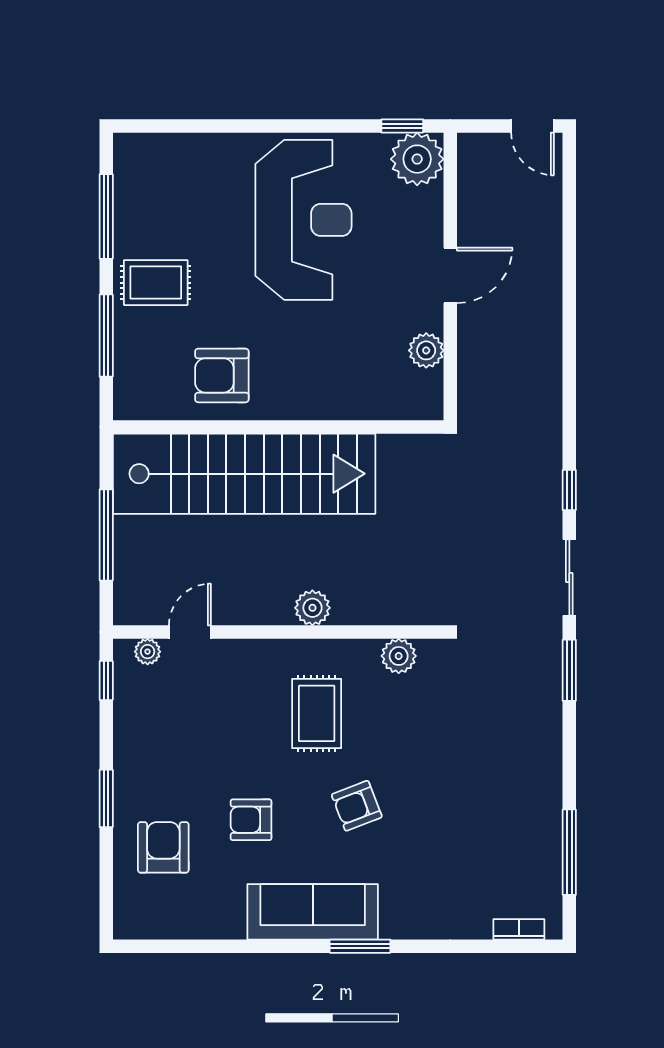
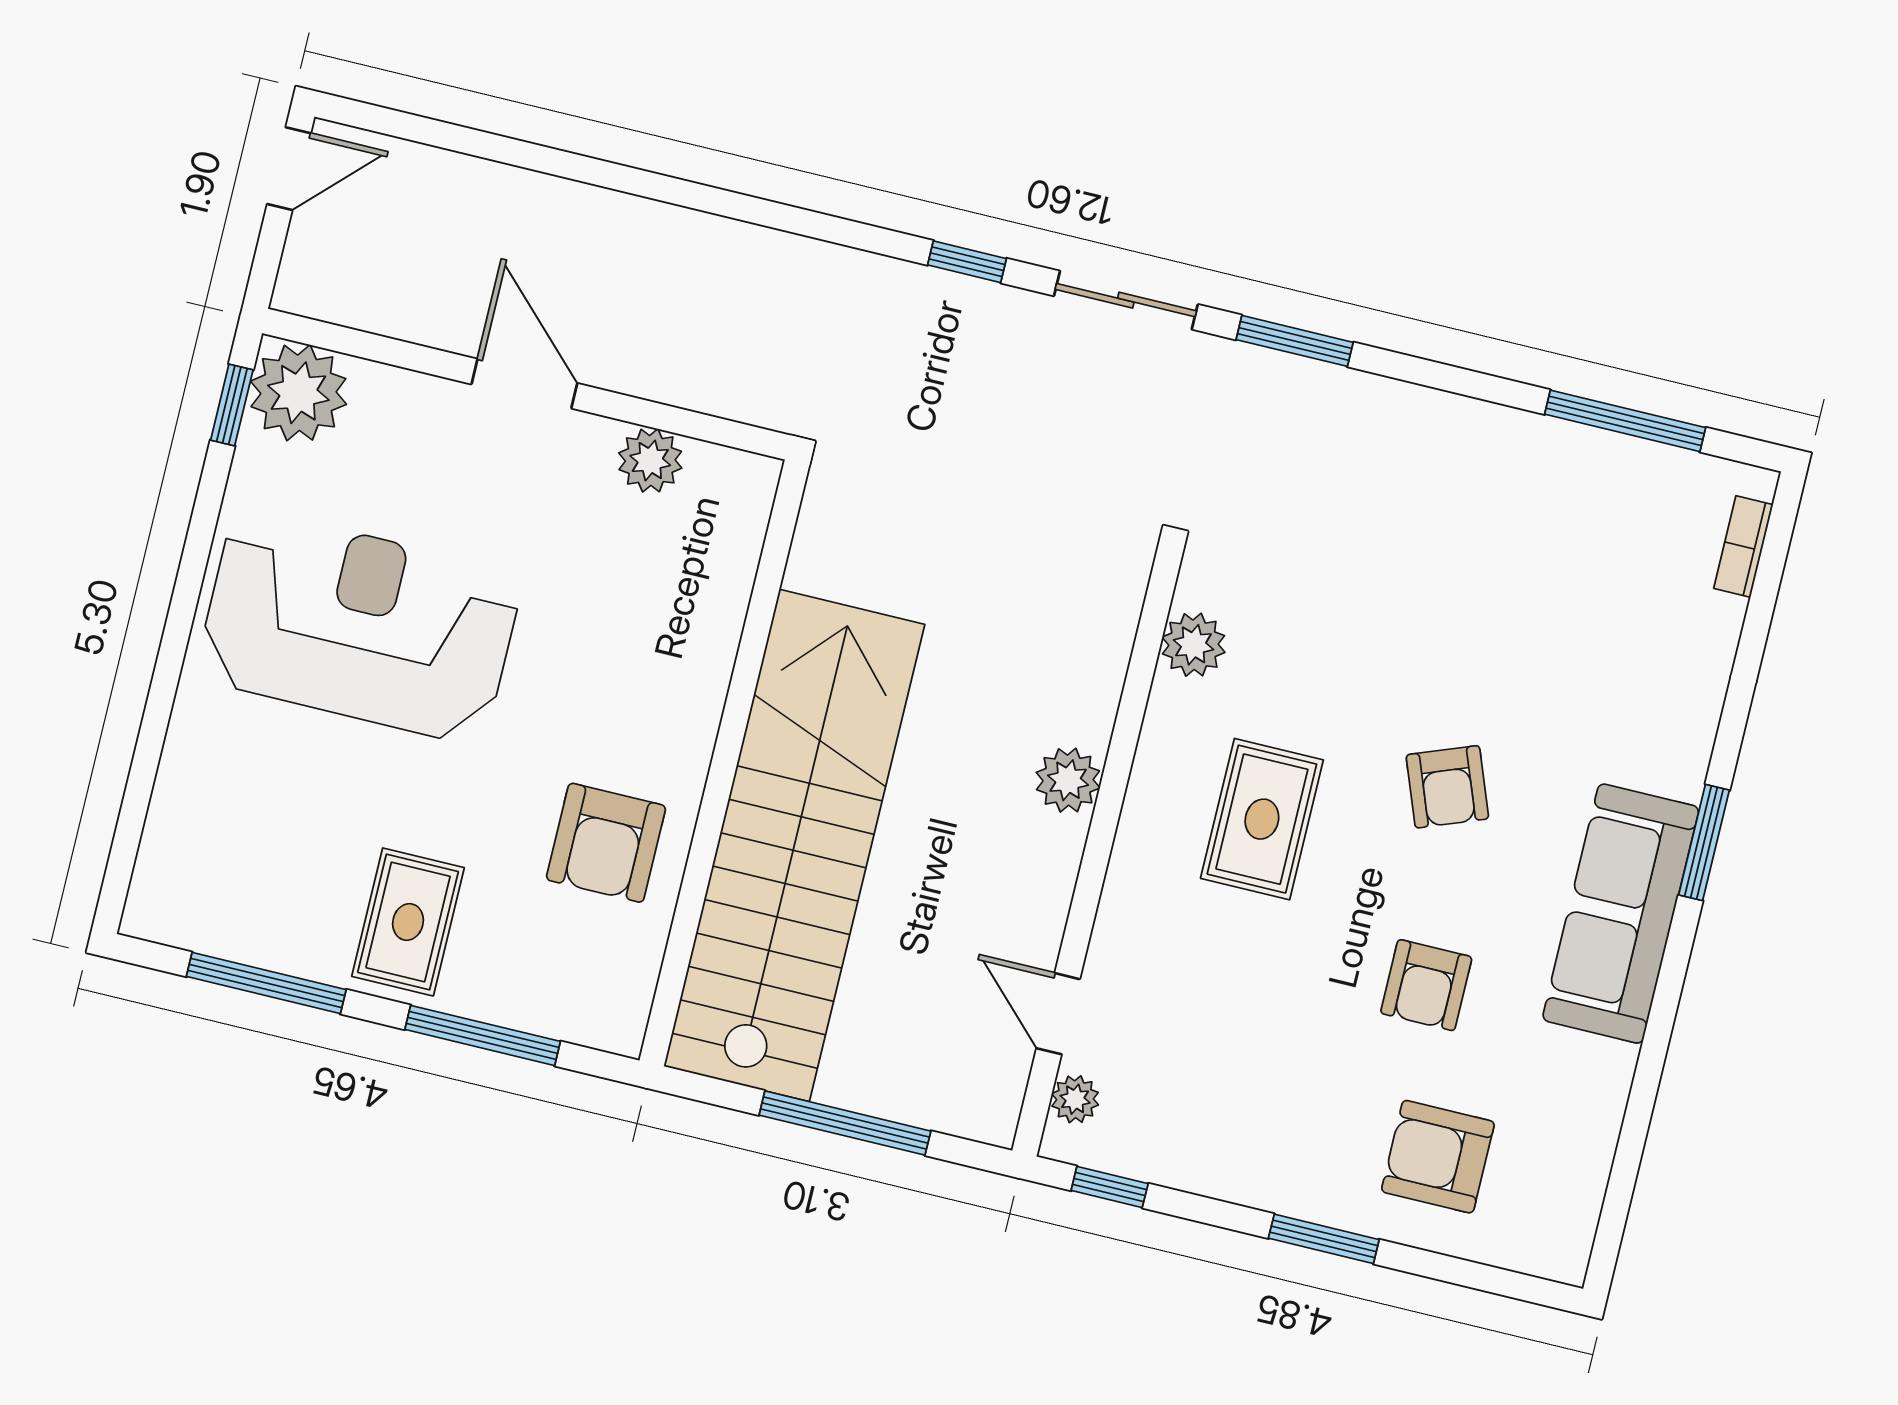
rug: (317, 713) -> (1262, 819), turned 90

